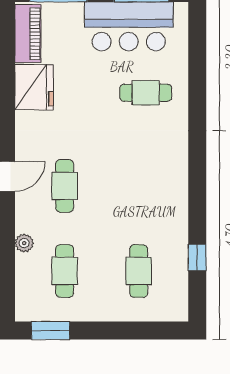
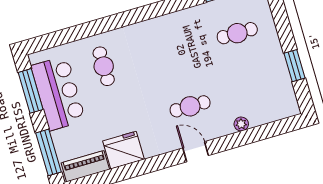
cafe table: (65, 271) -> (253, 88), removed
window: (50, 331) -> (295, 66), moved

